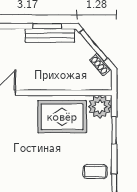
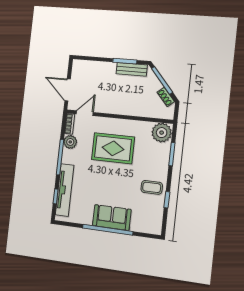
bench: (50, 35) -> (132, 69), width x0.73
rug: (62, 117) -> (113, 148), moved

